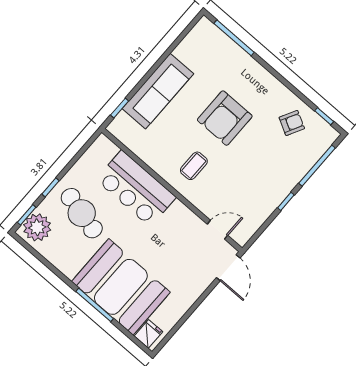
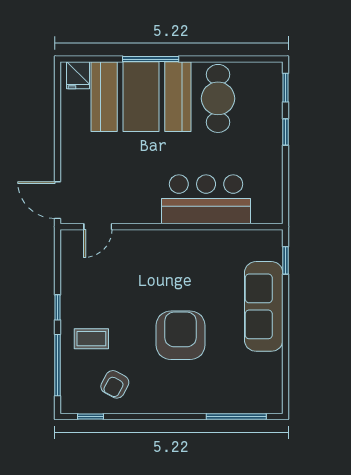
coffee table: (194, 166) -> (91, 339), moved, turned 90
cafe table: (82, 213) -> (218, 98), moved, turned 76
plant: (37, 227) -> (266, 84), removed

